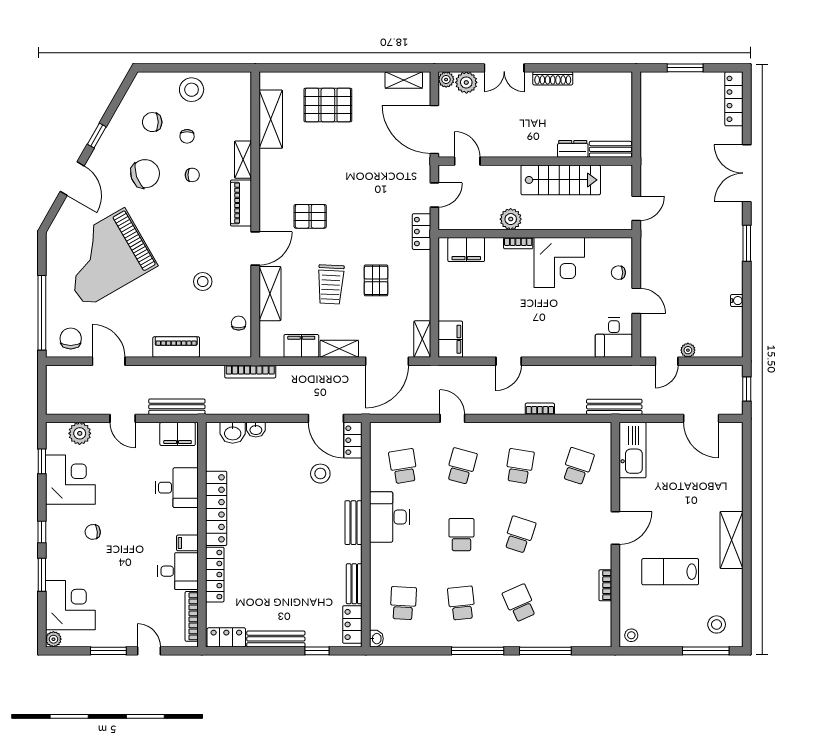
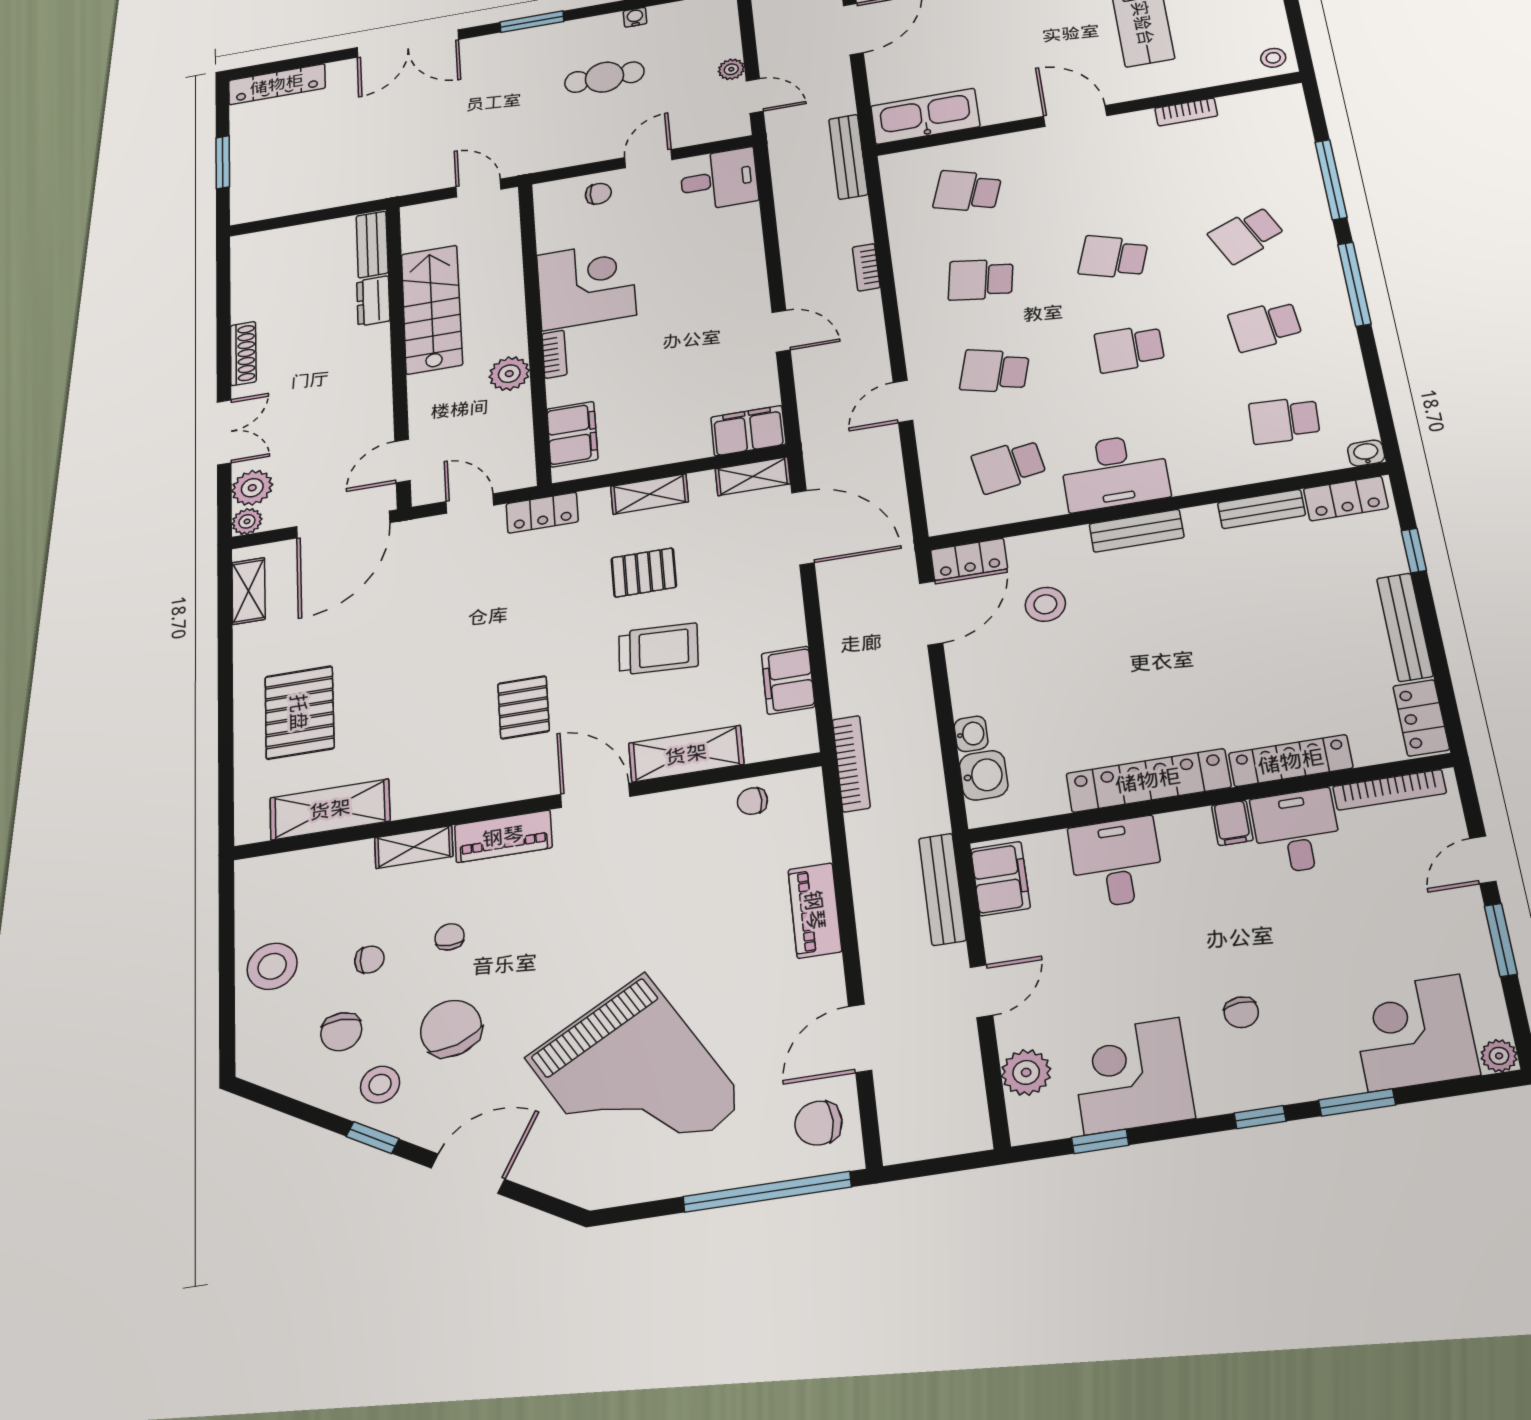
chair: (618, 273) -> (598, 194), turned -90
cafe table: (698, 281) -> (604, 77), added
stool: (203, 282) -> (380, 1085), moved
shelving: (339, 349) -> (649, 494), moved, turned 90

